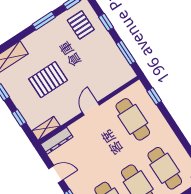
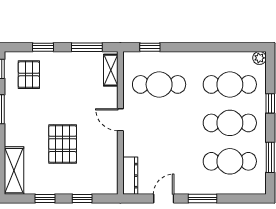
pallet: (81, 25) -> (29, 75), turned 90
shelving: (46, 128) -> (111, 70), moved

